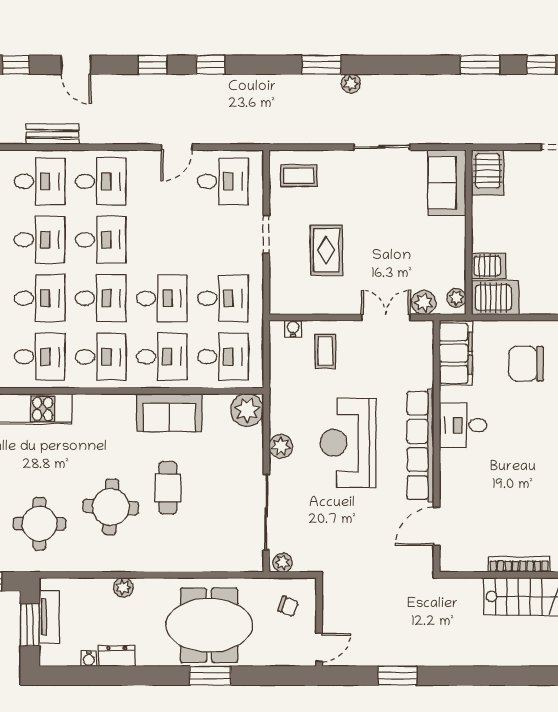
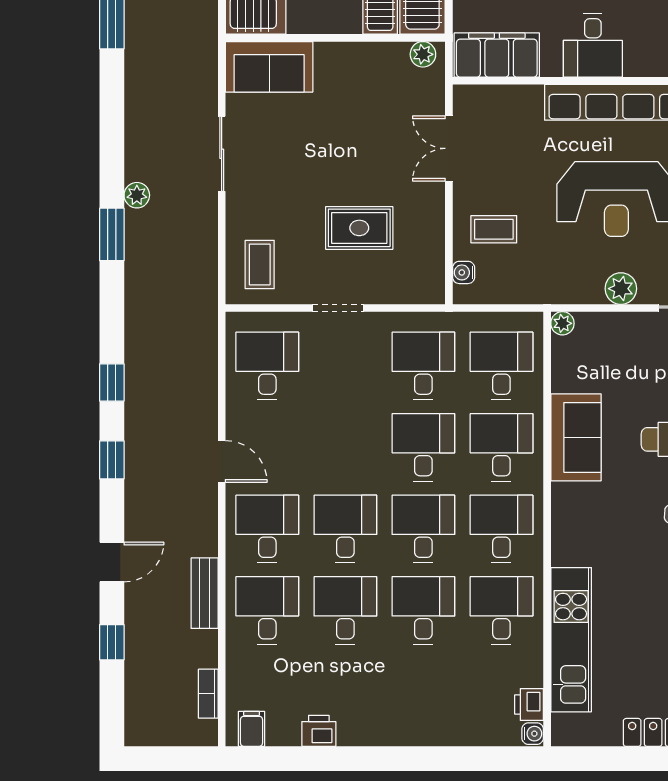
door: (177, 147) -> (222, 462), moved
plant: (424, 303) -> (429, 98), removed
plant: (247, 410) -> (562, 323), width x0.53, depth x0.53

